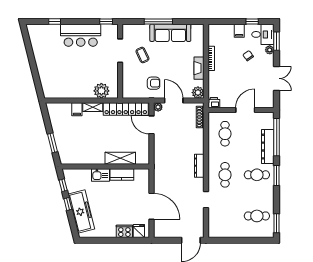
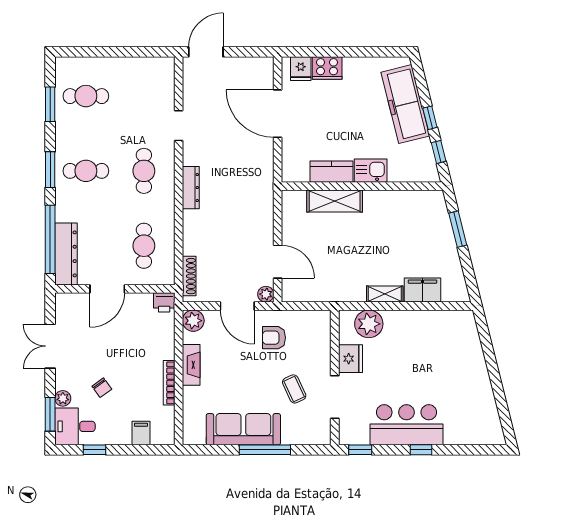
window: (55, 22) -> (421, 450), moved
filing cabinet: (239, 31) -> (141, 433), moved
fridge: (111, 72) -> (351, 359), added
filing cabinet: (77, 109) -> (422, 290), width x2.00
locker: (126, 109) -> (325, 291), removed
dresser: (268, 147) -> (66, 254), moved
window: (277, 223) -> (50, 104), moved

